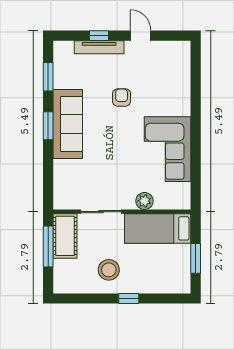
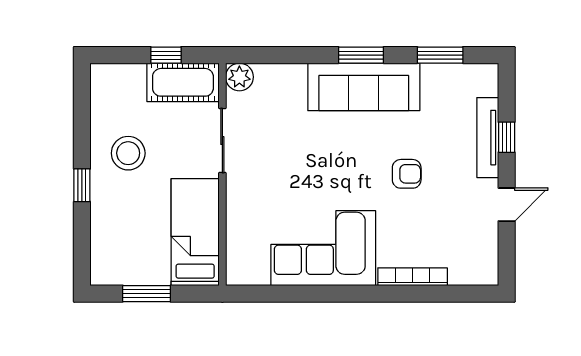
bookcase: (185, 94) -> (413, 277), added
plant: (145, 201) -> (239, 77), moved
window: (48, 246) -> (166, 55), width x0.46

